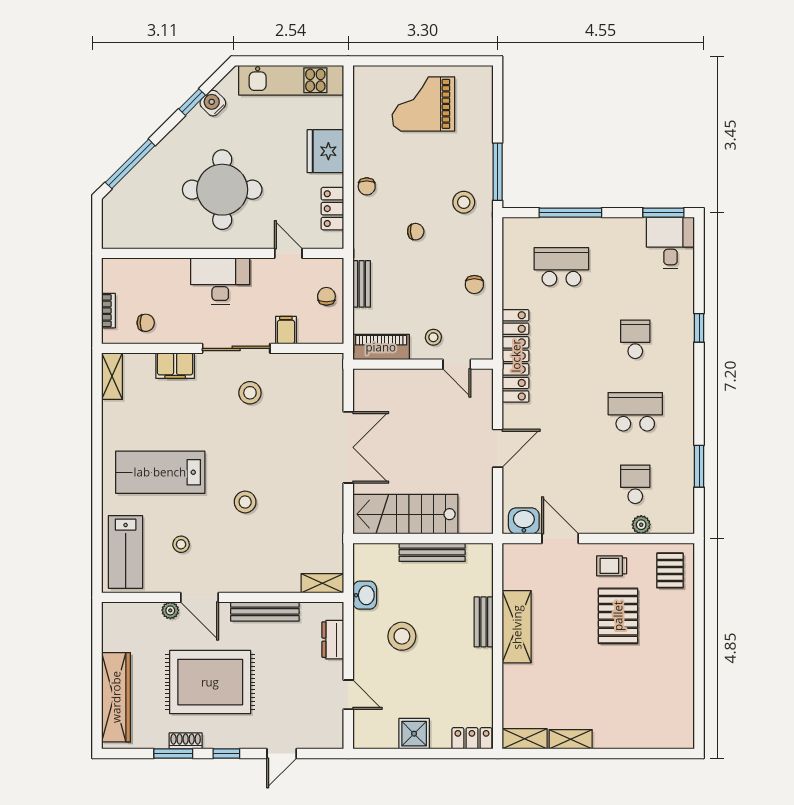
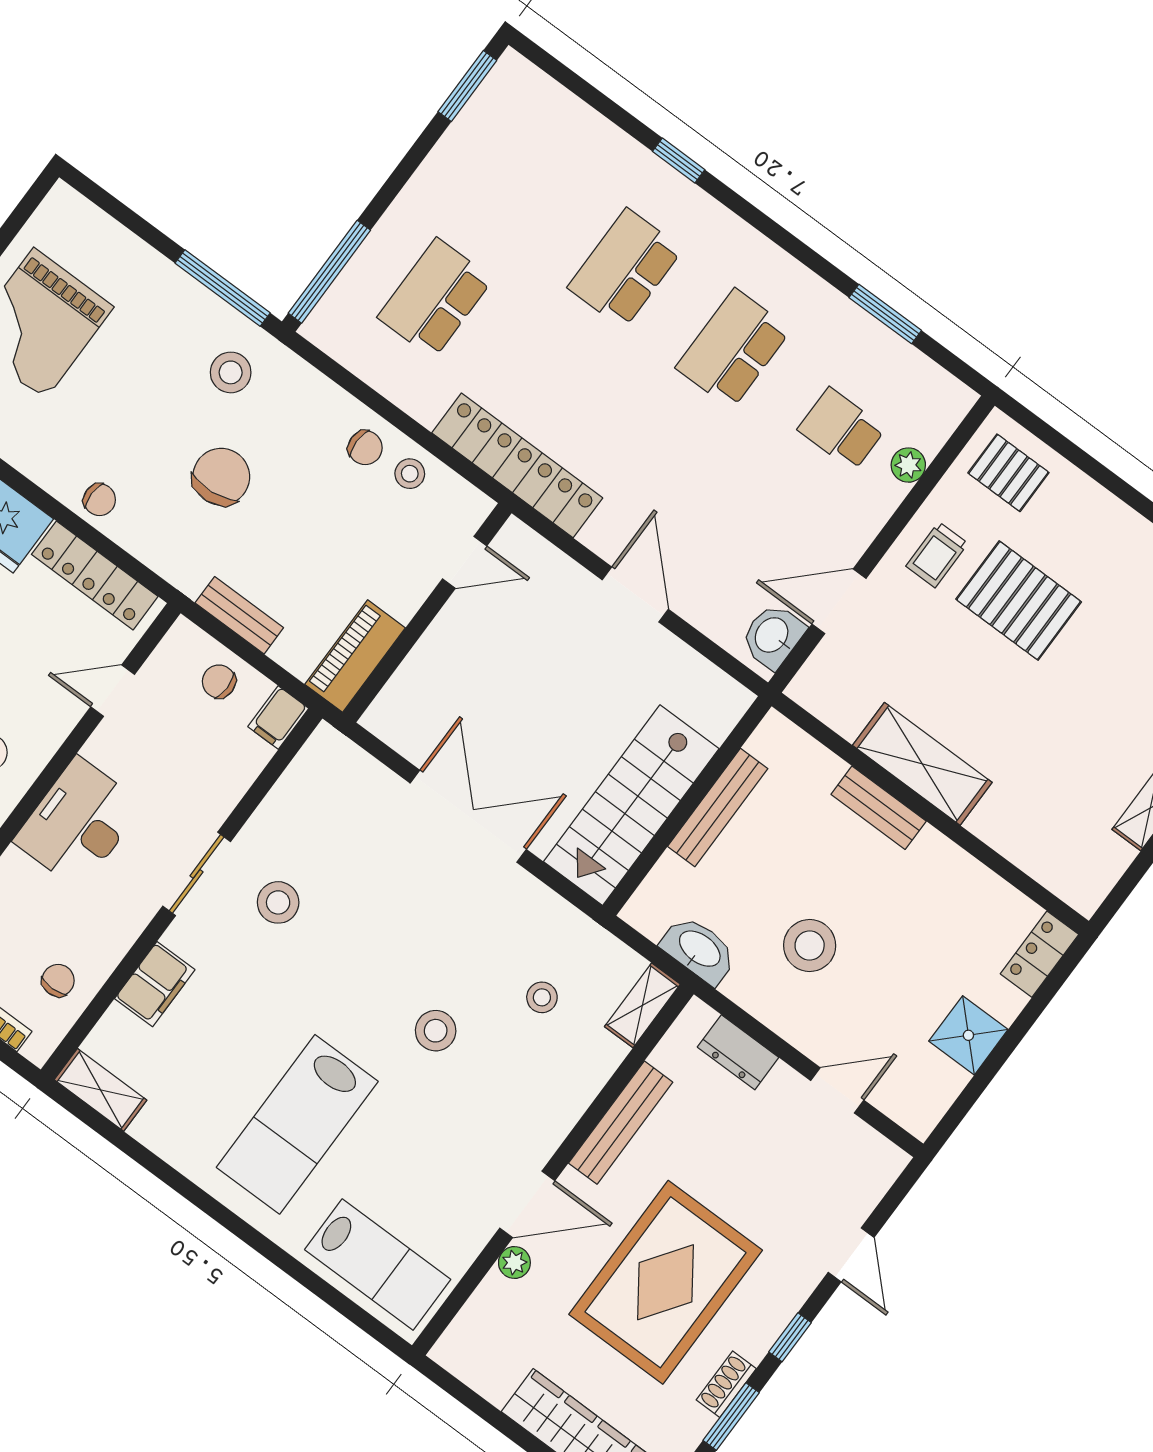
locker: (332, 209) -> (95, 575), width x1.53
window: (570, 213) -> (329, 272), moved
chair: (416, 232) -> (221, 477), width x1.87, depth x1.87
desk: (670, 243) -> (521, 109), removed
filing cabinet: (286, 330) -> (278, 717), moved, turned -90
stool: (433, 337) -> (410, 474), moved
school desk: (635, 339) -> (625, 268), width x1.85
sliding door: (236, 348) -> (197, 874), width x0.73
stool: (181, 544) -> (542, 997), moved
washbasin: (365, 595) -> (699, 950), width x1.38
shelving: (525, 739) -> (1099, 876), removed

